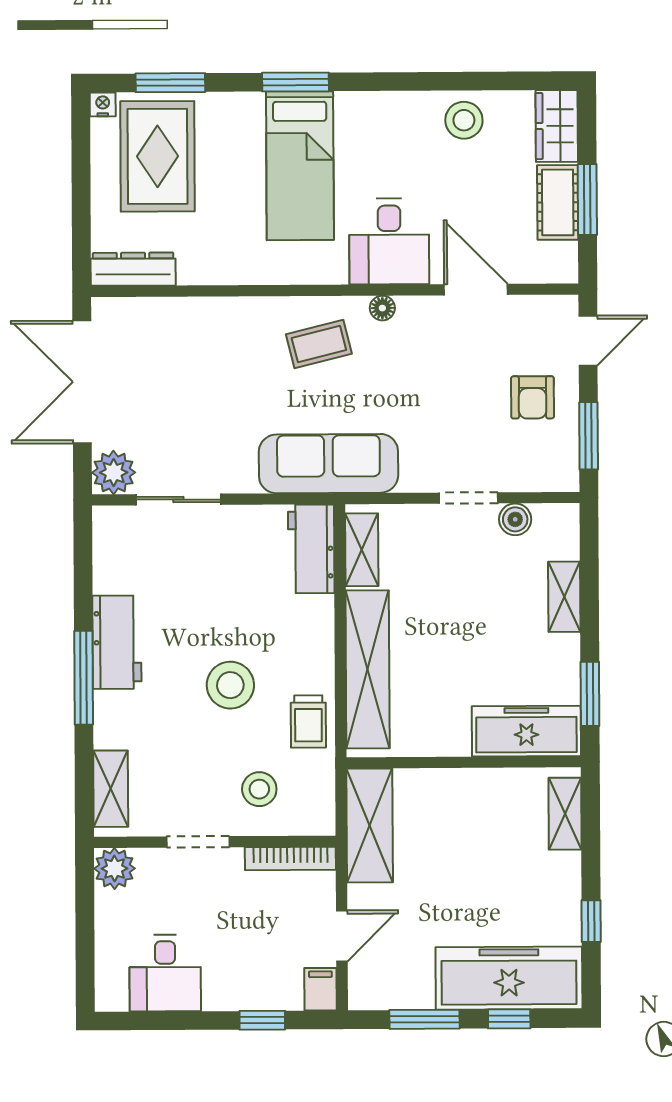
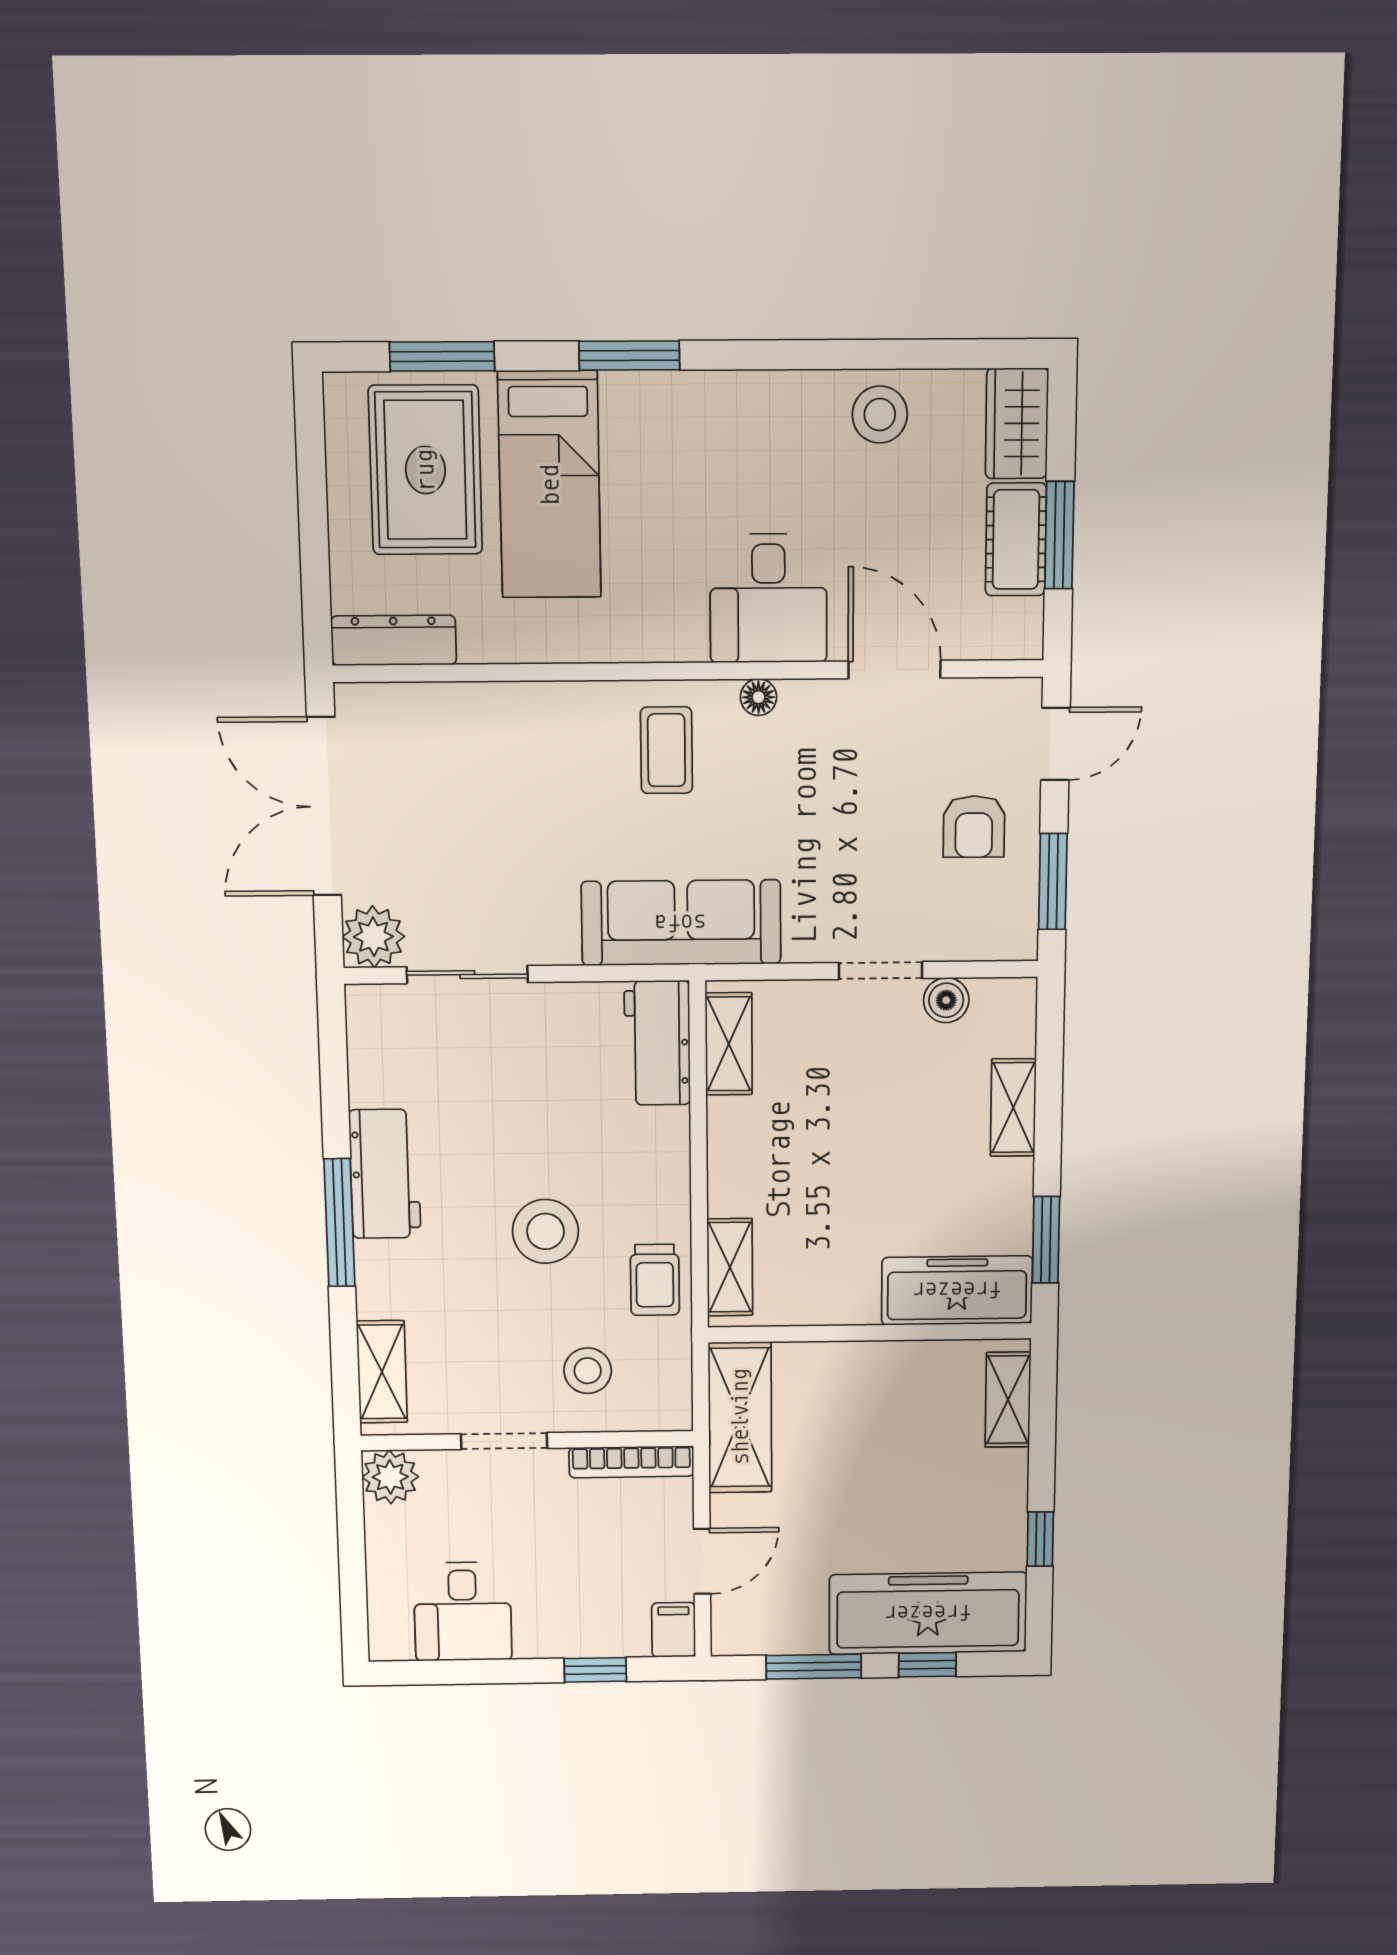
nightstand: (103, 104) -> (342, 390), removed
bed: (300, 166) -> (550, 485), moved
coffee table: (319, 344) -> (666, 750), turned -76
shelving: (368, 669) -> (730, 1267), width x0.45, depth x0.75

